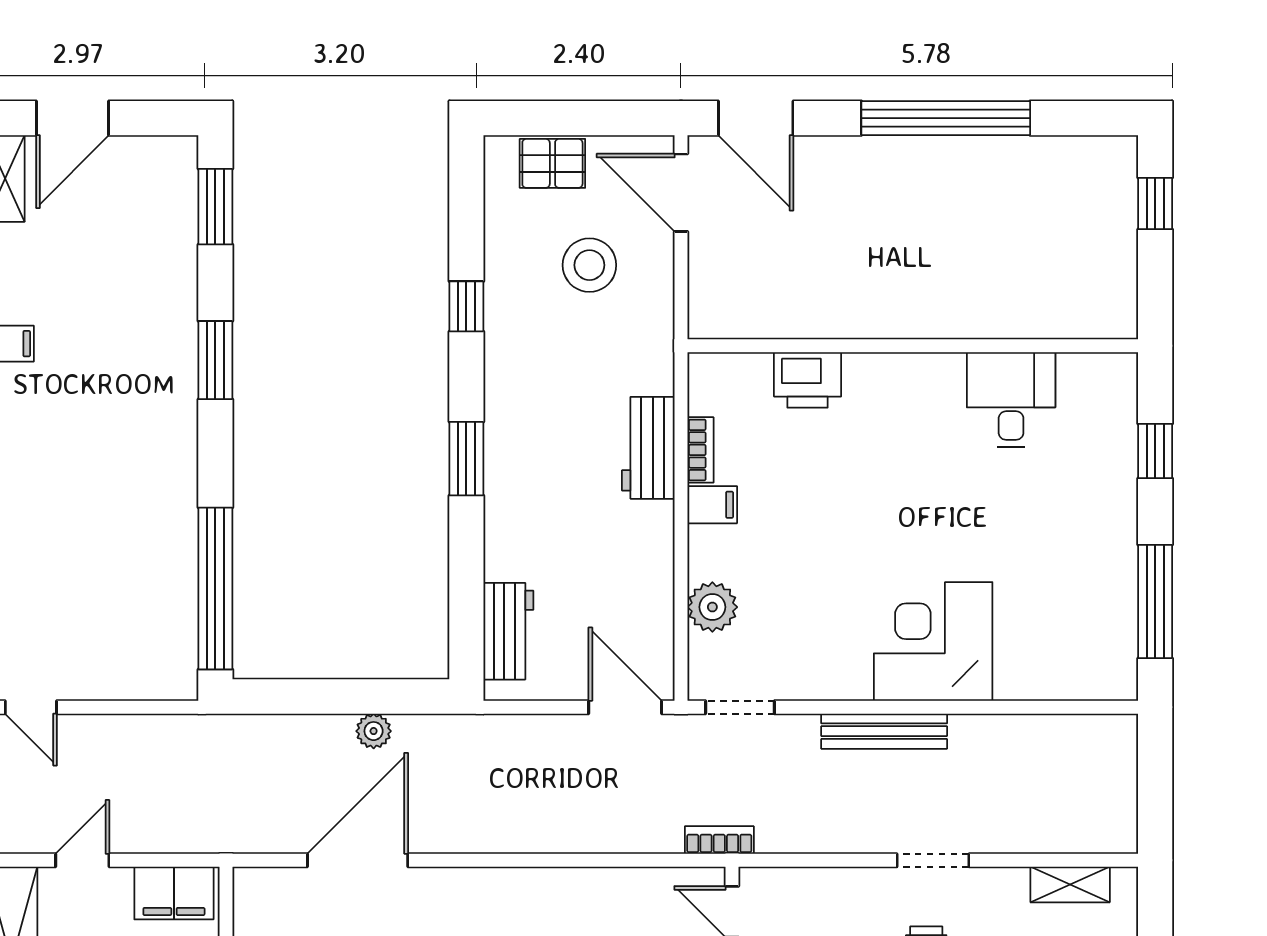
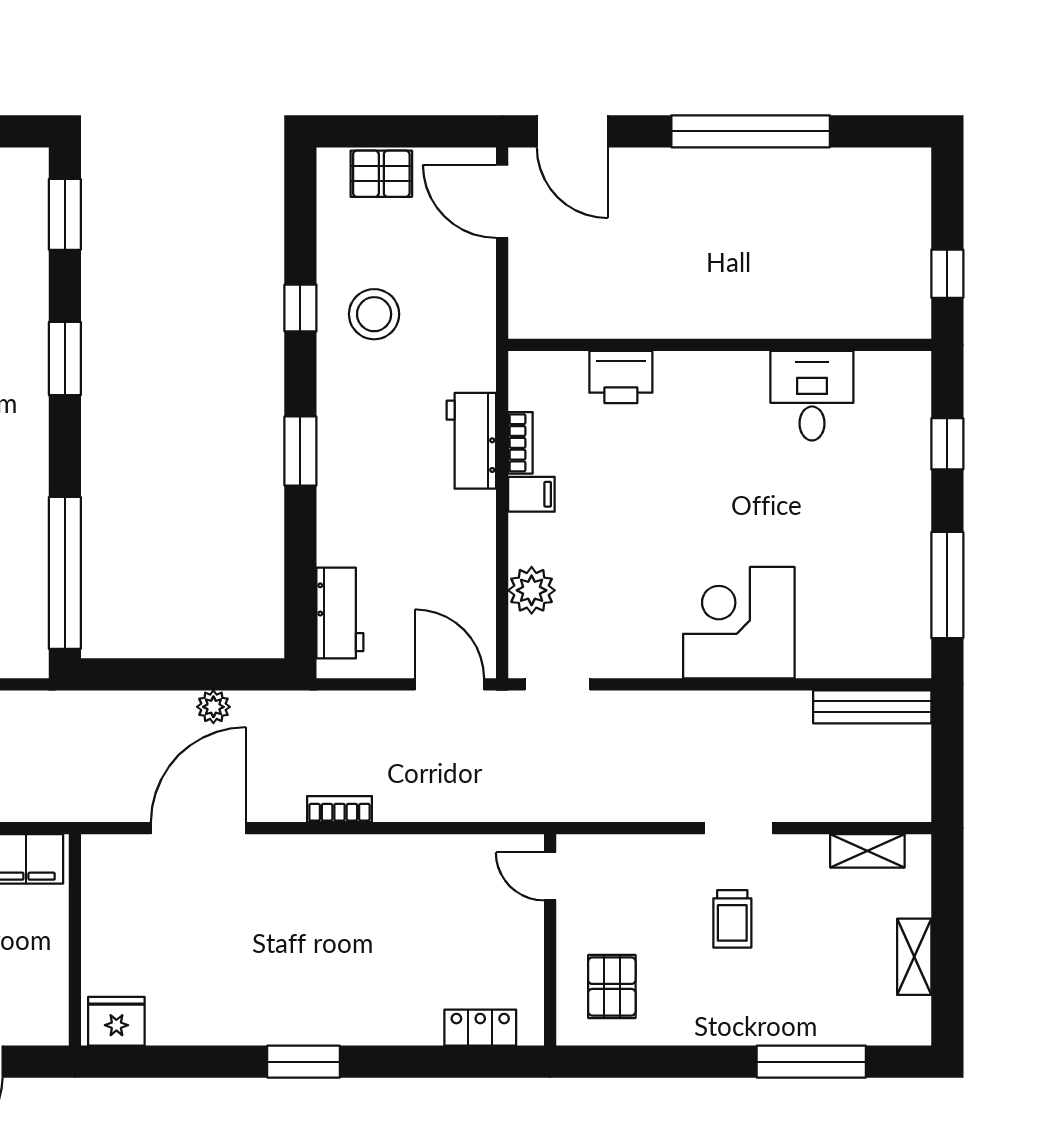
window: (1155, 203) -> (947, 274), moved
stool: (589, 265) -> (374, 314), moved
bench: (884, 731) -> (872, 707), moved
bookcase: (719, 840) -> (340, 809), moved

